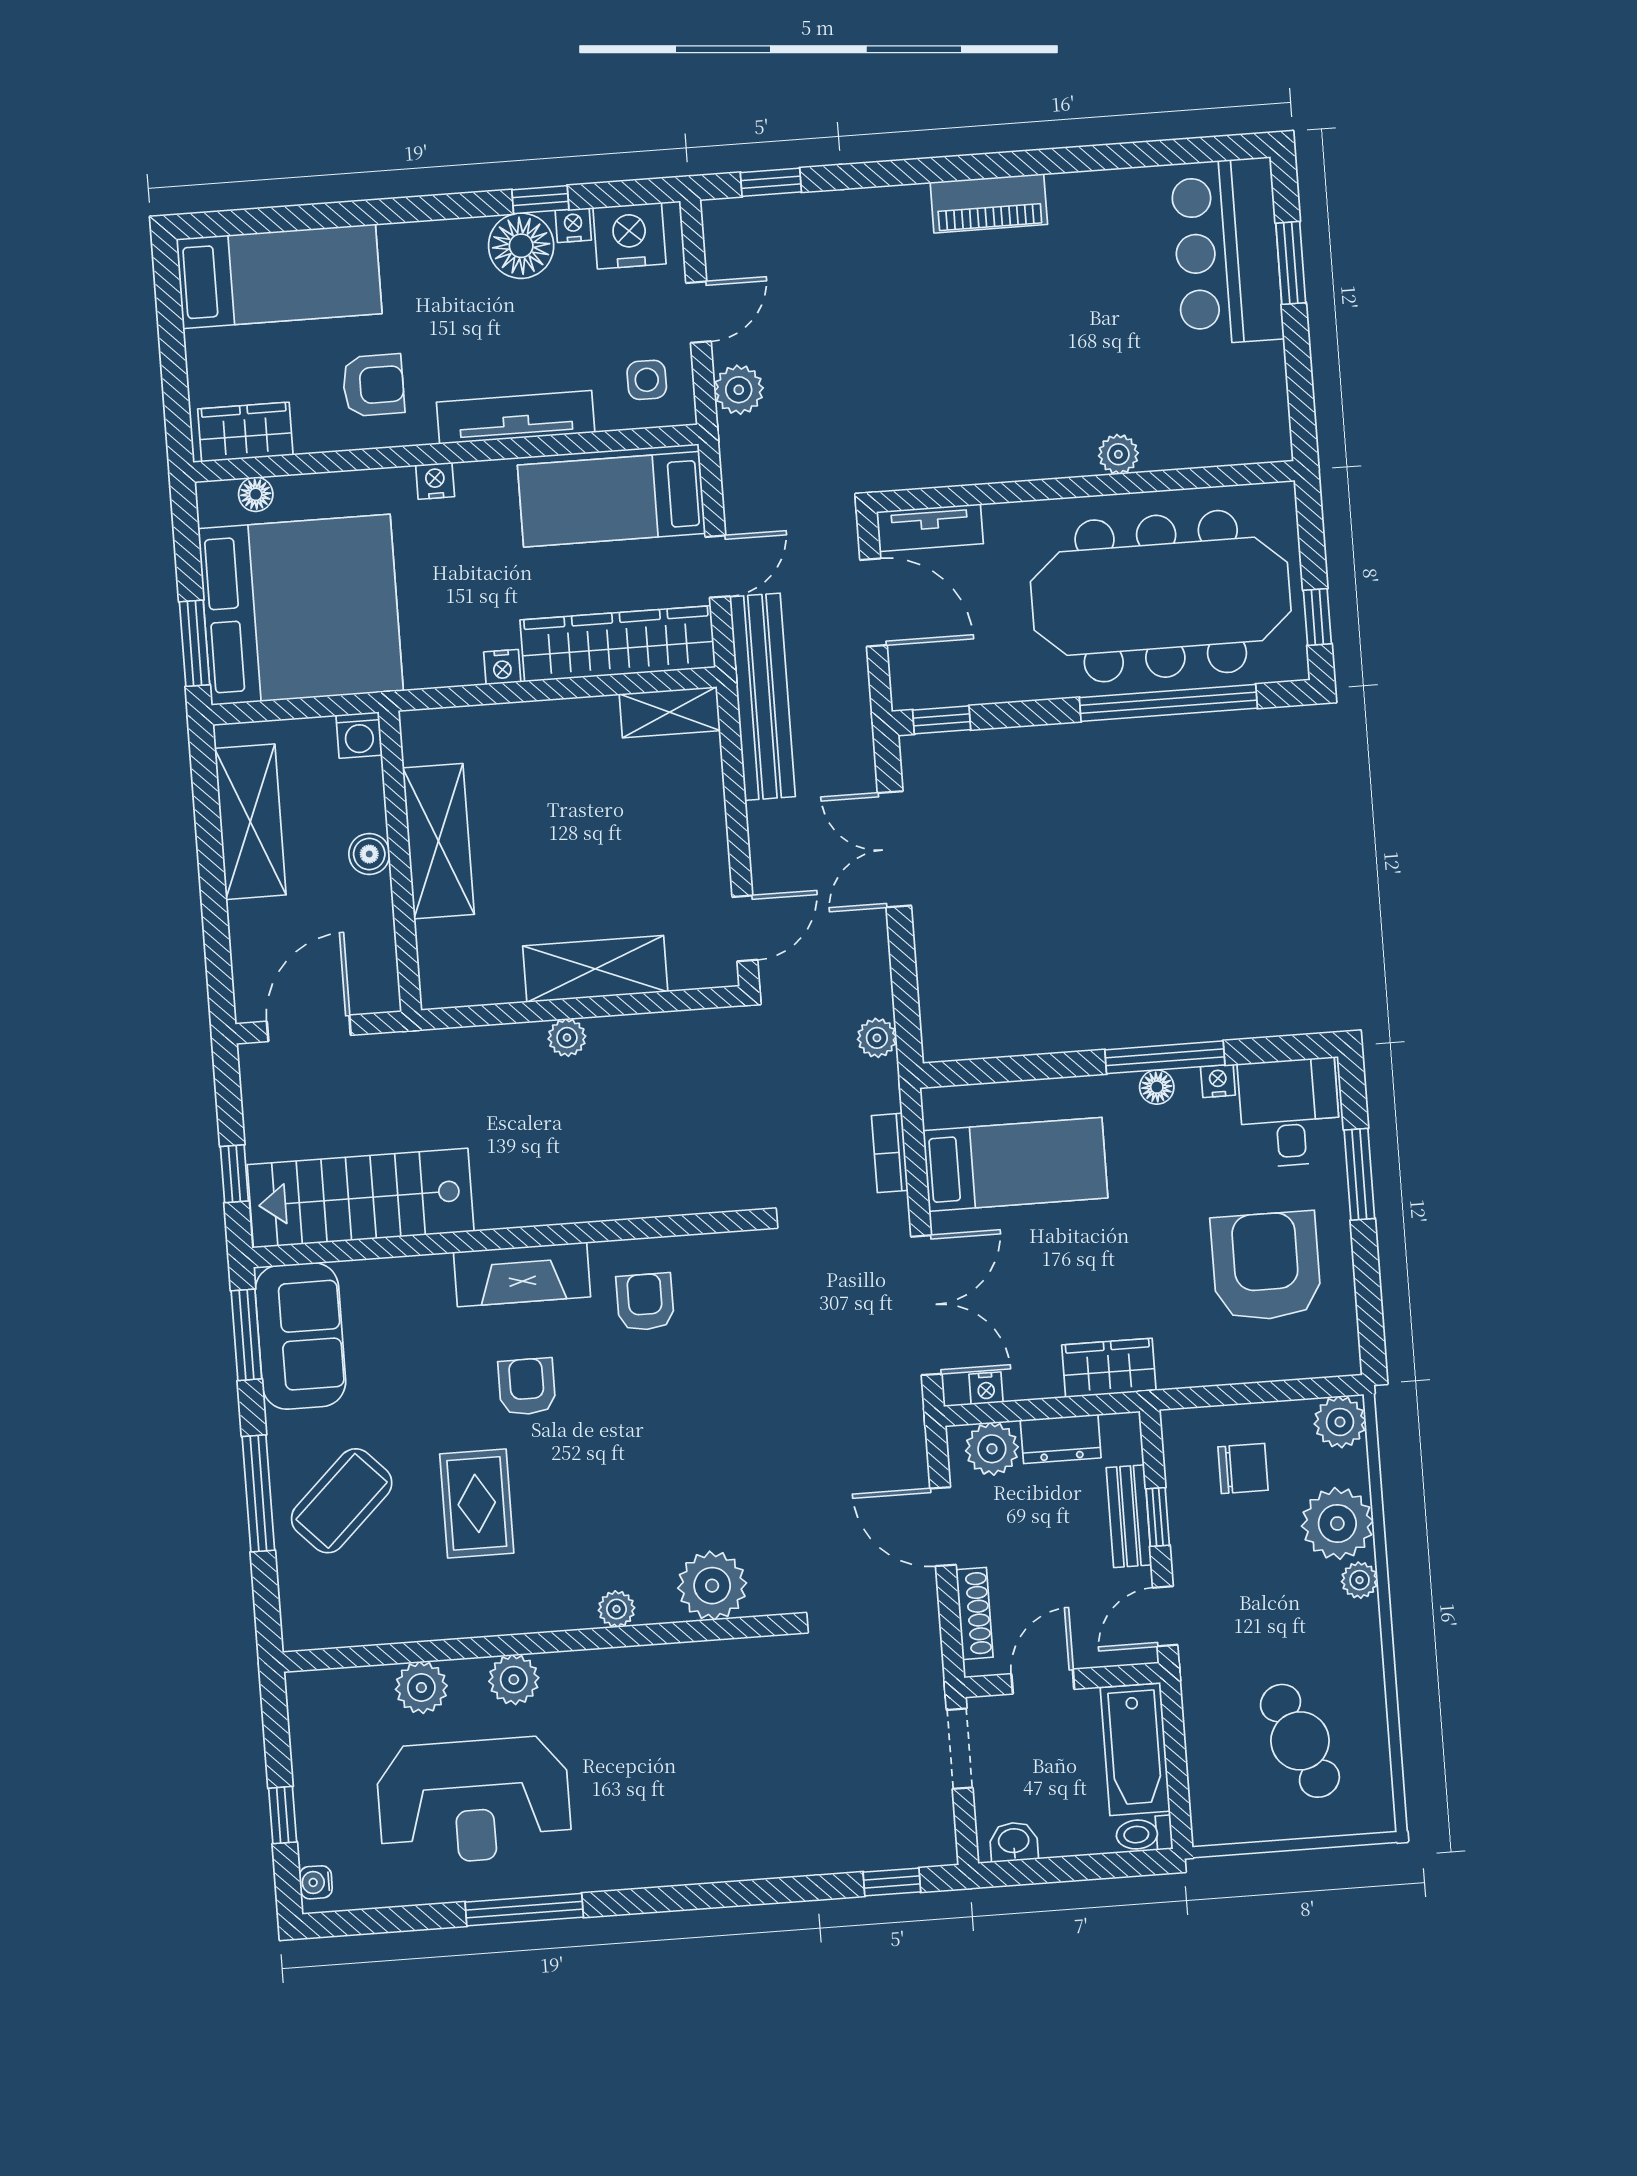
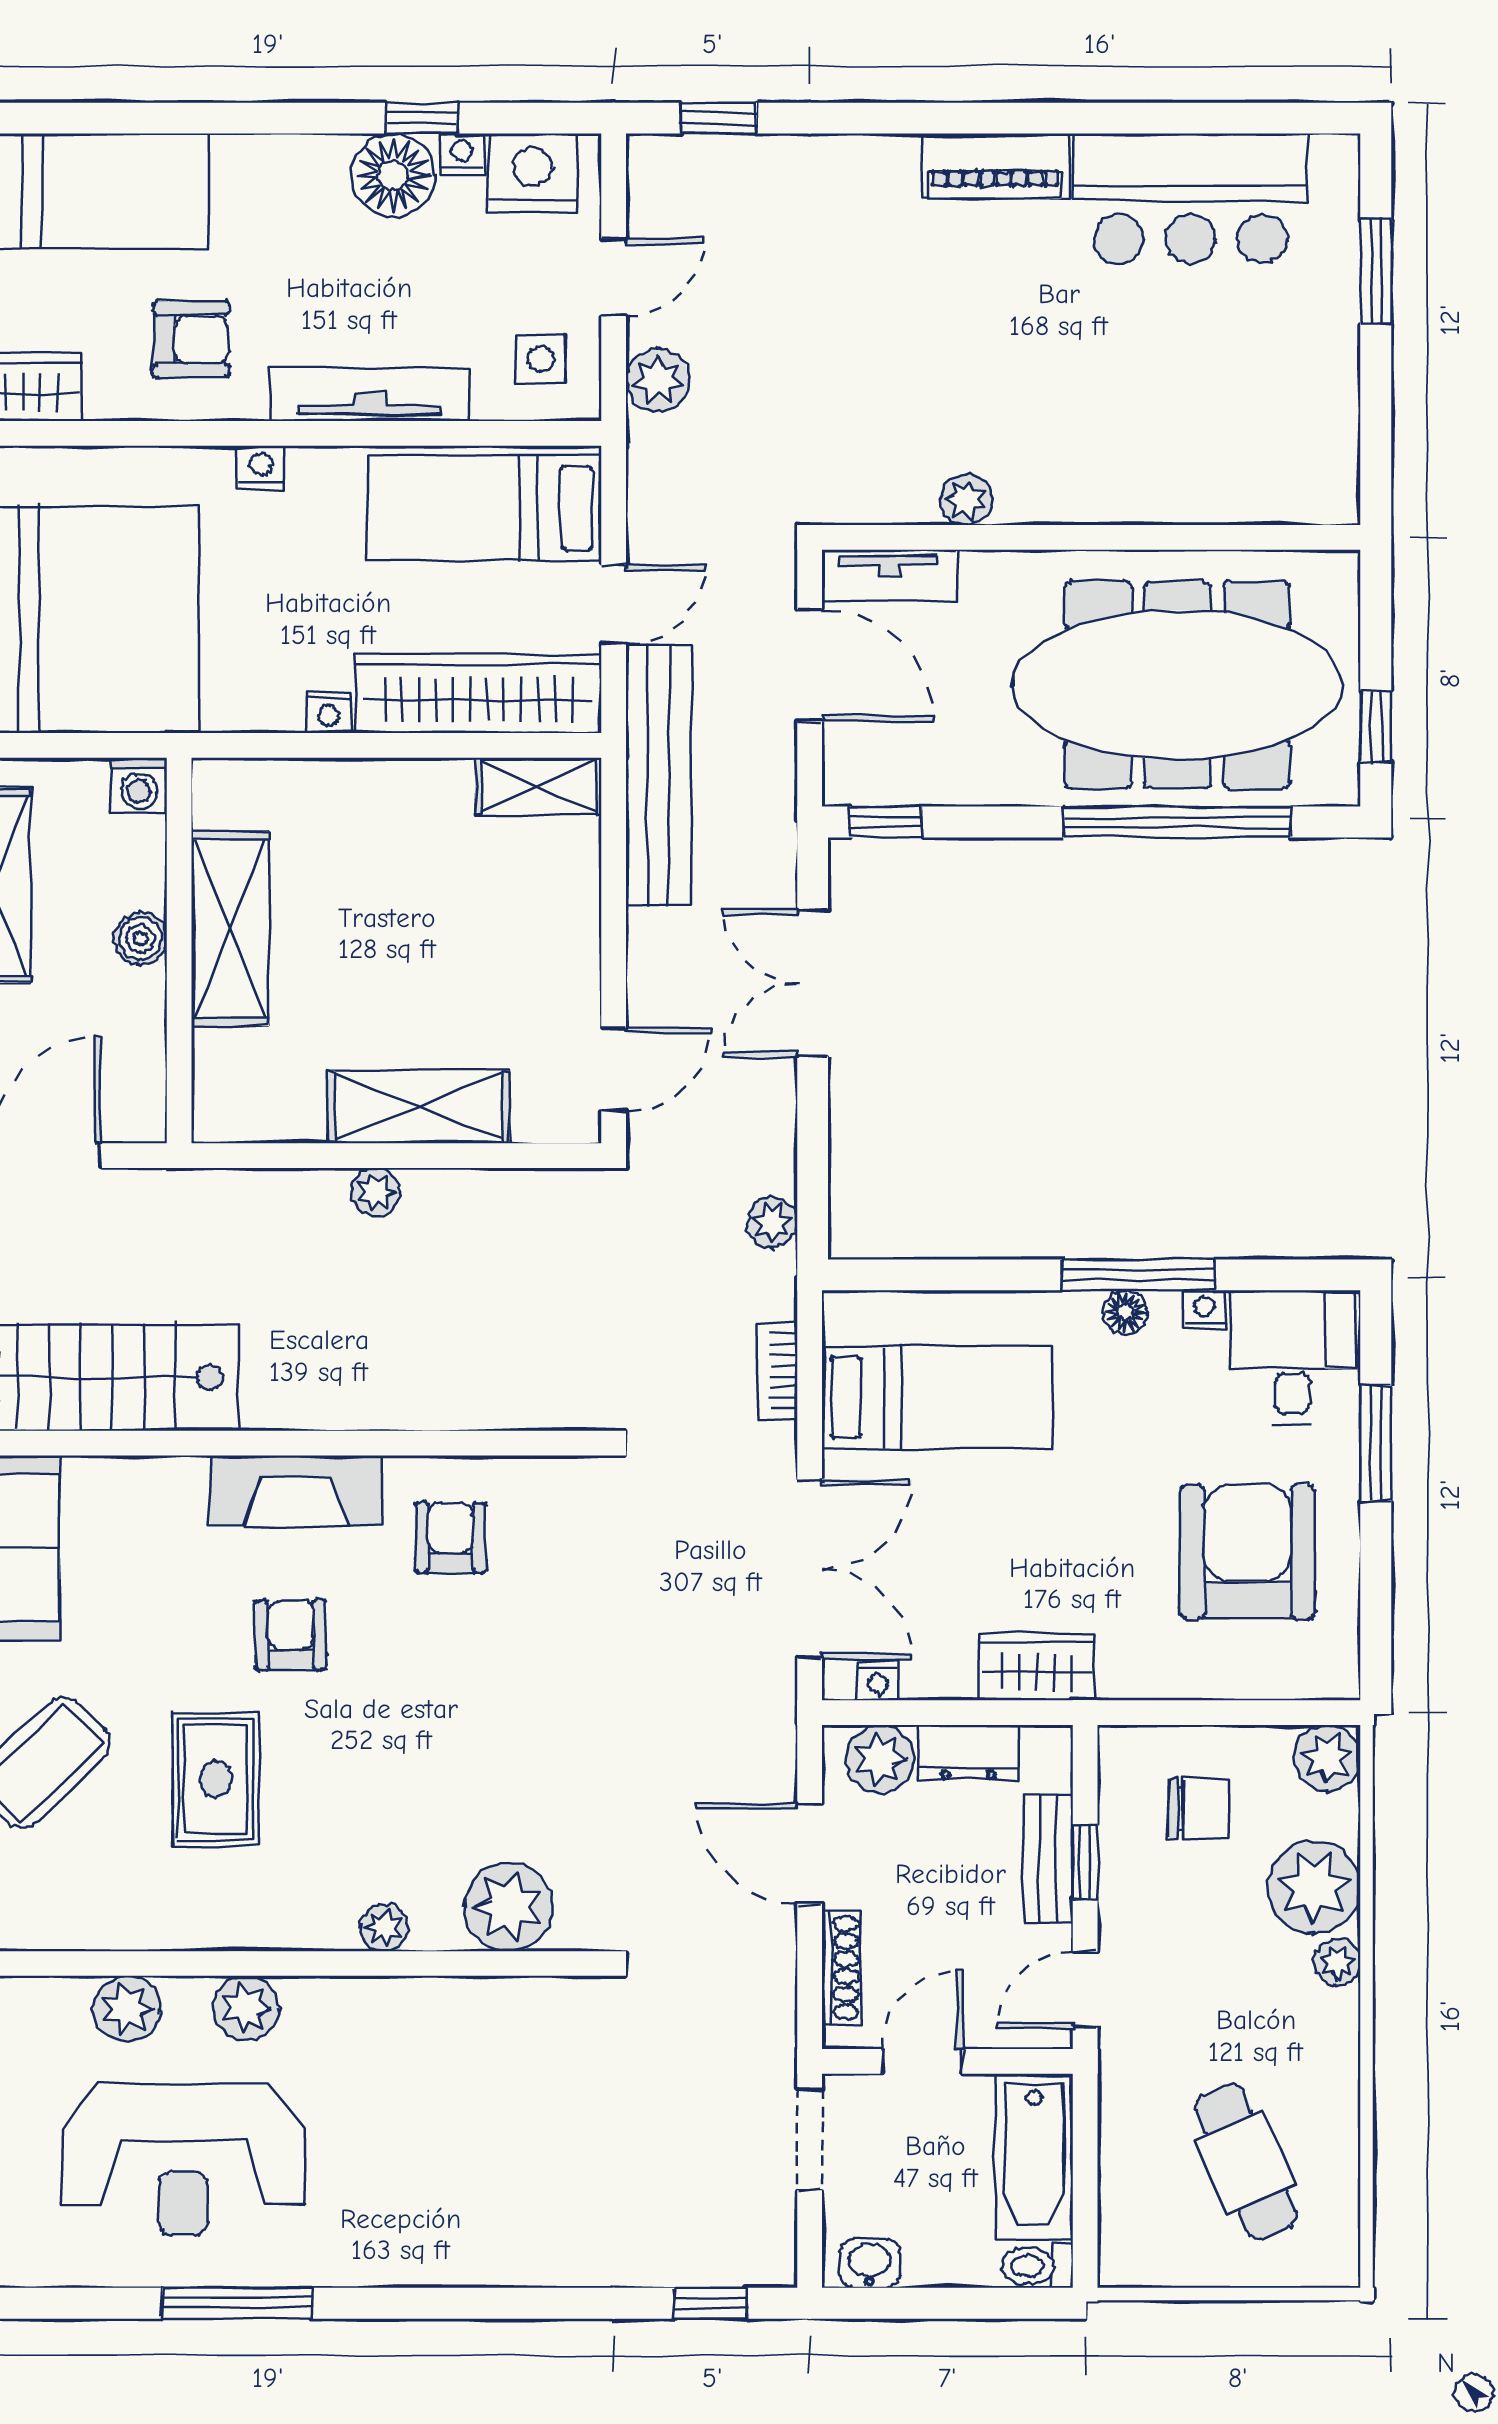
bar counter: (1227, 251) -> (1190, 198), moved, turned -90
plant: (1118, 454) -> (966, 499), moved
floor lamp: (256, 494) -> (30, 468), removed

